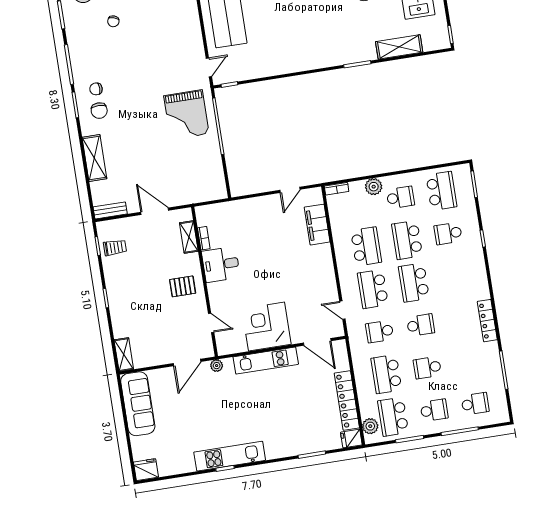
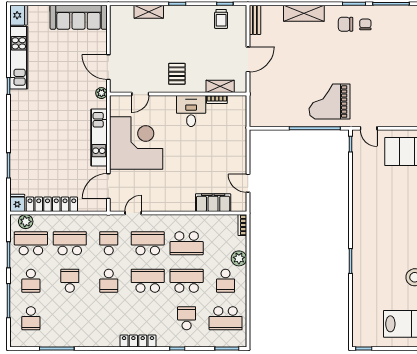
shelving: (399, 47) -> (360, 301), removed
locker: (487, 321) -> (138, 341), moved
corner desk: (267, 327) -> (136, 143), width x1.36, depth x1.36
shelving: (124, 355) -> (149, 12), moved
kitchen unit: (230, 456) -> (19, 58), moved

